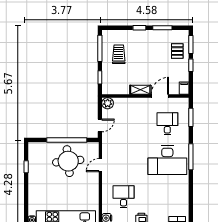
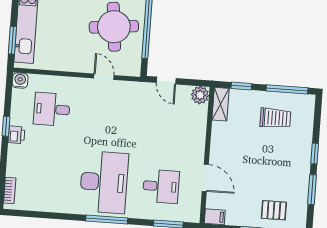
shelving: (140, 90) -> (221, 104), moved
desk: (167, 160) -> (104, 182), turned 180
desk: (123, 197) -> (52, 109), turned 180

